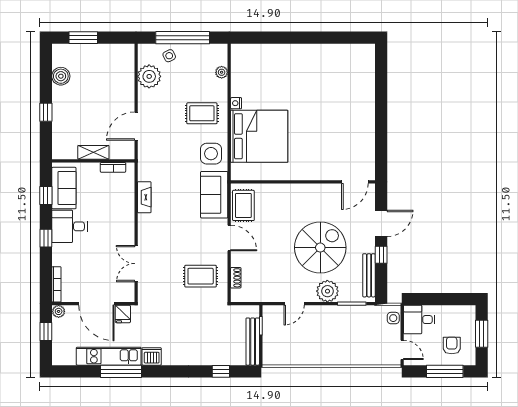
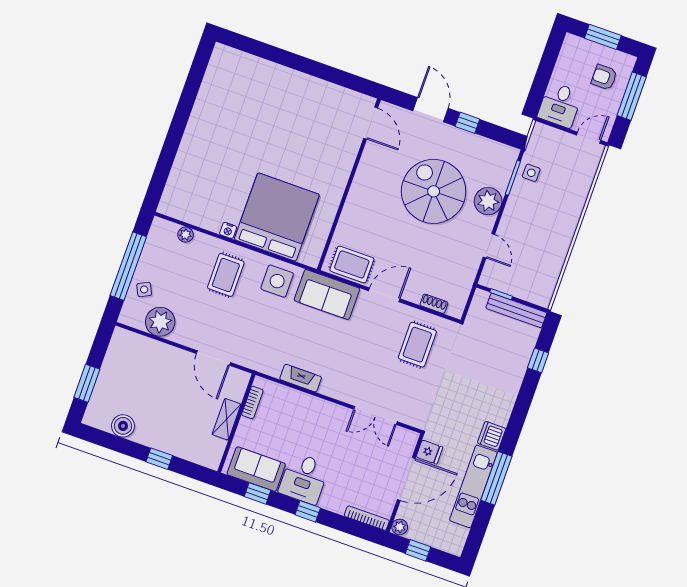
bench: (369, 275) -> (487, 146), removed
side table: (393, 318) -> (531, 173), moved

